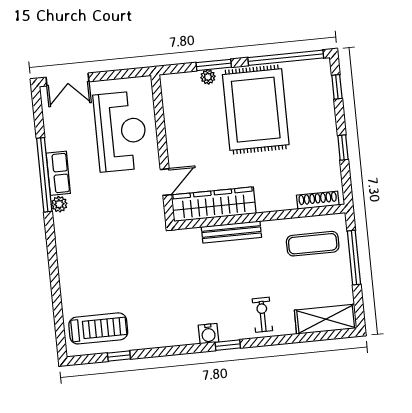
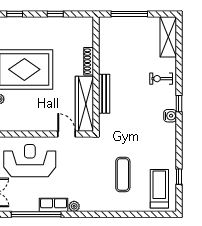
window: (44, 175) -> (36, 214), moved
shoe rack: (318, 200) -> (89, 61), moved
exercise mat: (313, 244) -> (123, 175), moved

